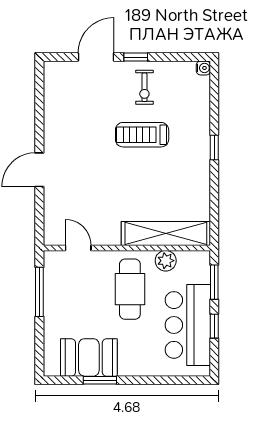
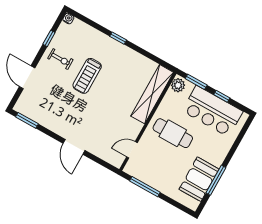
window: (136, 57) -> (49, 38), moved
window: (39, 89) -> (27, 120), added
plant: (166, 261) -> (178, 85), moved
window: (100, 380) -> (216, 180), width x1.44

